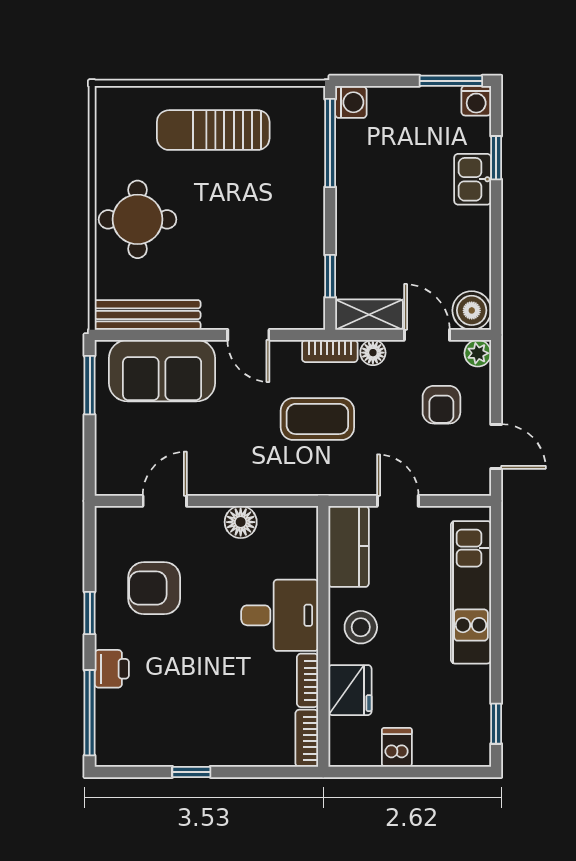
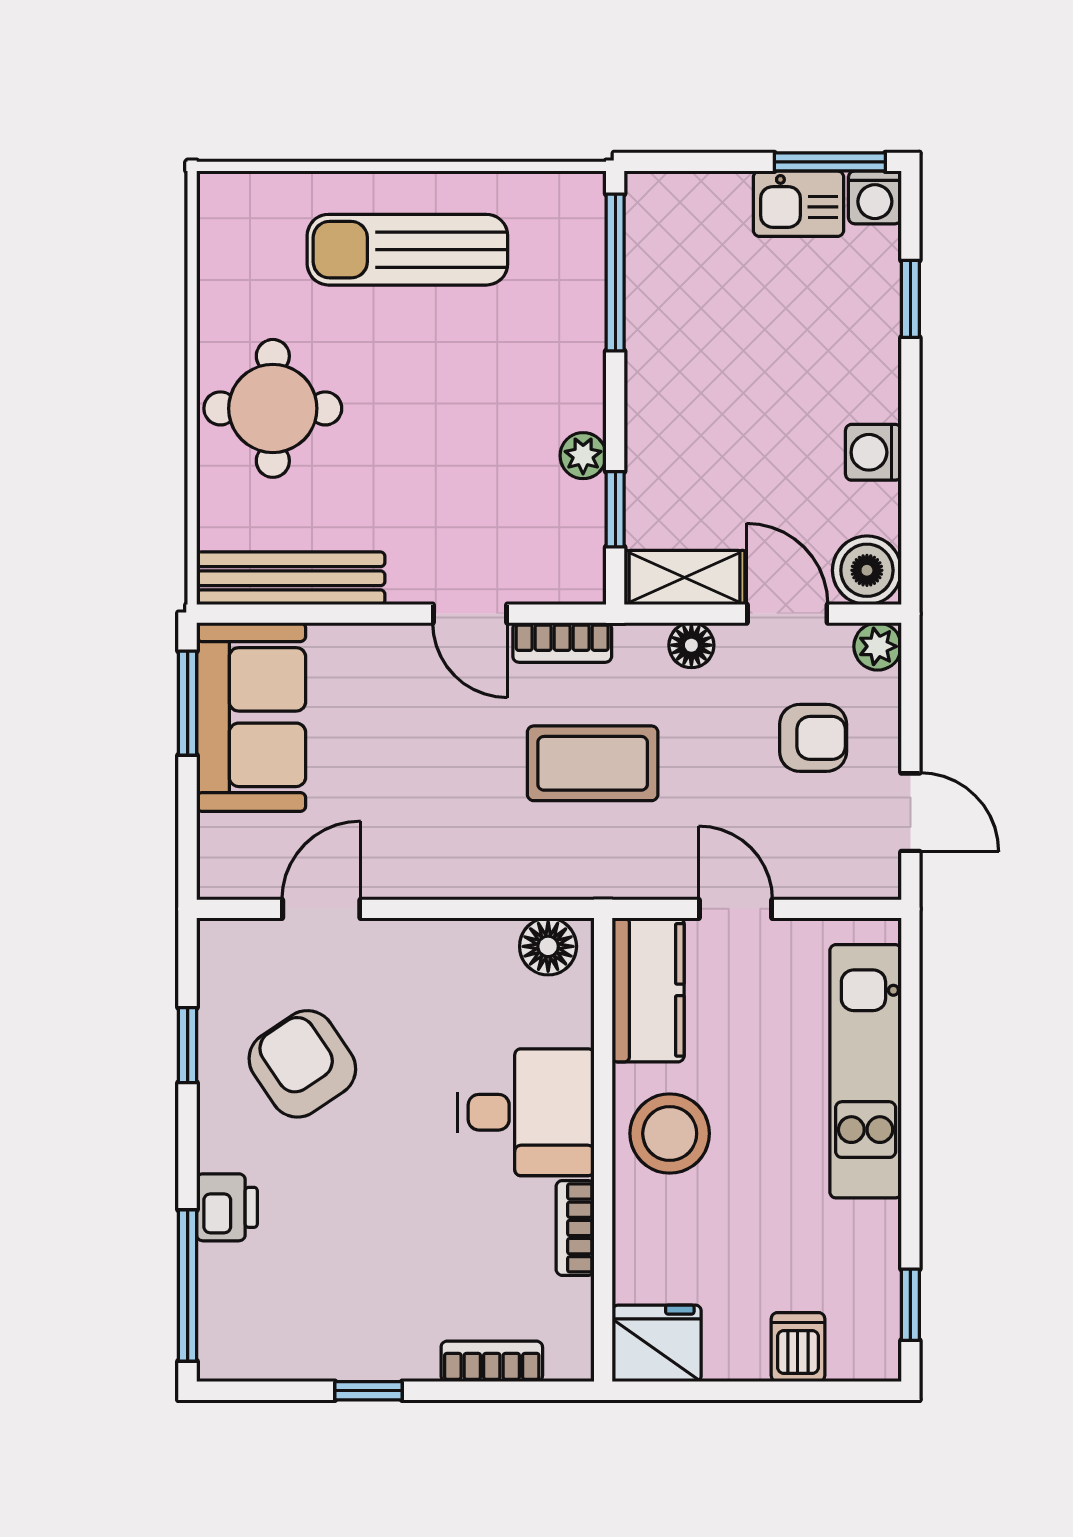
washing machine: (351, 102) -> (873, 452), moved, turned 180
kitchen sink: (473, 179) -> (799, 204), moved, turned -90
plant: (312, 246) -> (583, 456), added
bookcase: (330, 351) -> (562, 643), moved
sofa: (162, 371) -> (251, 717), moved, turned -90
armchair: (441, 405) -> (813, 738), turned -90
floor lamp: (241, 522) -> (548, 946), moved
armchair: (154, 588) -> (302, 1064), turned 56
window: (90, 613) -> (188, 1045), moved
stool: (361, 627) -> (670, 1133), width x1.38, depth x1.38
fridge: (350, 690) -> (657, 1343), moved, turned -90
bookcase: (307, 738) -> (492, 1361), moved, turned 90
dishwasher: (397, 747) -> (798, 1347), moved

